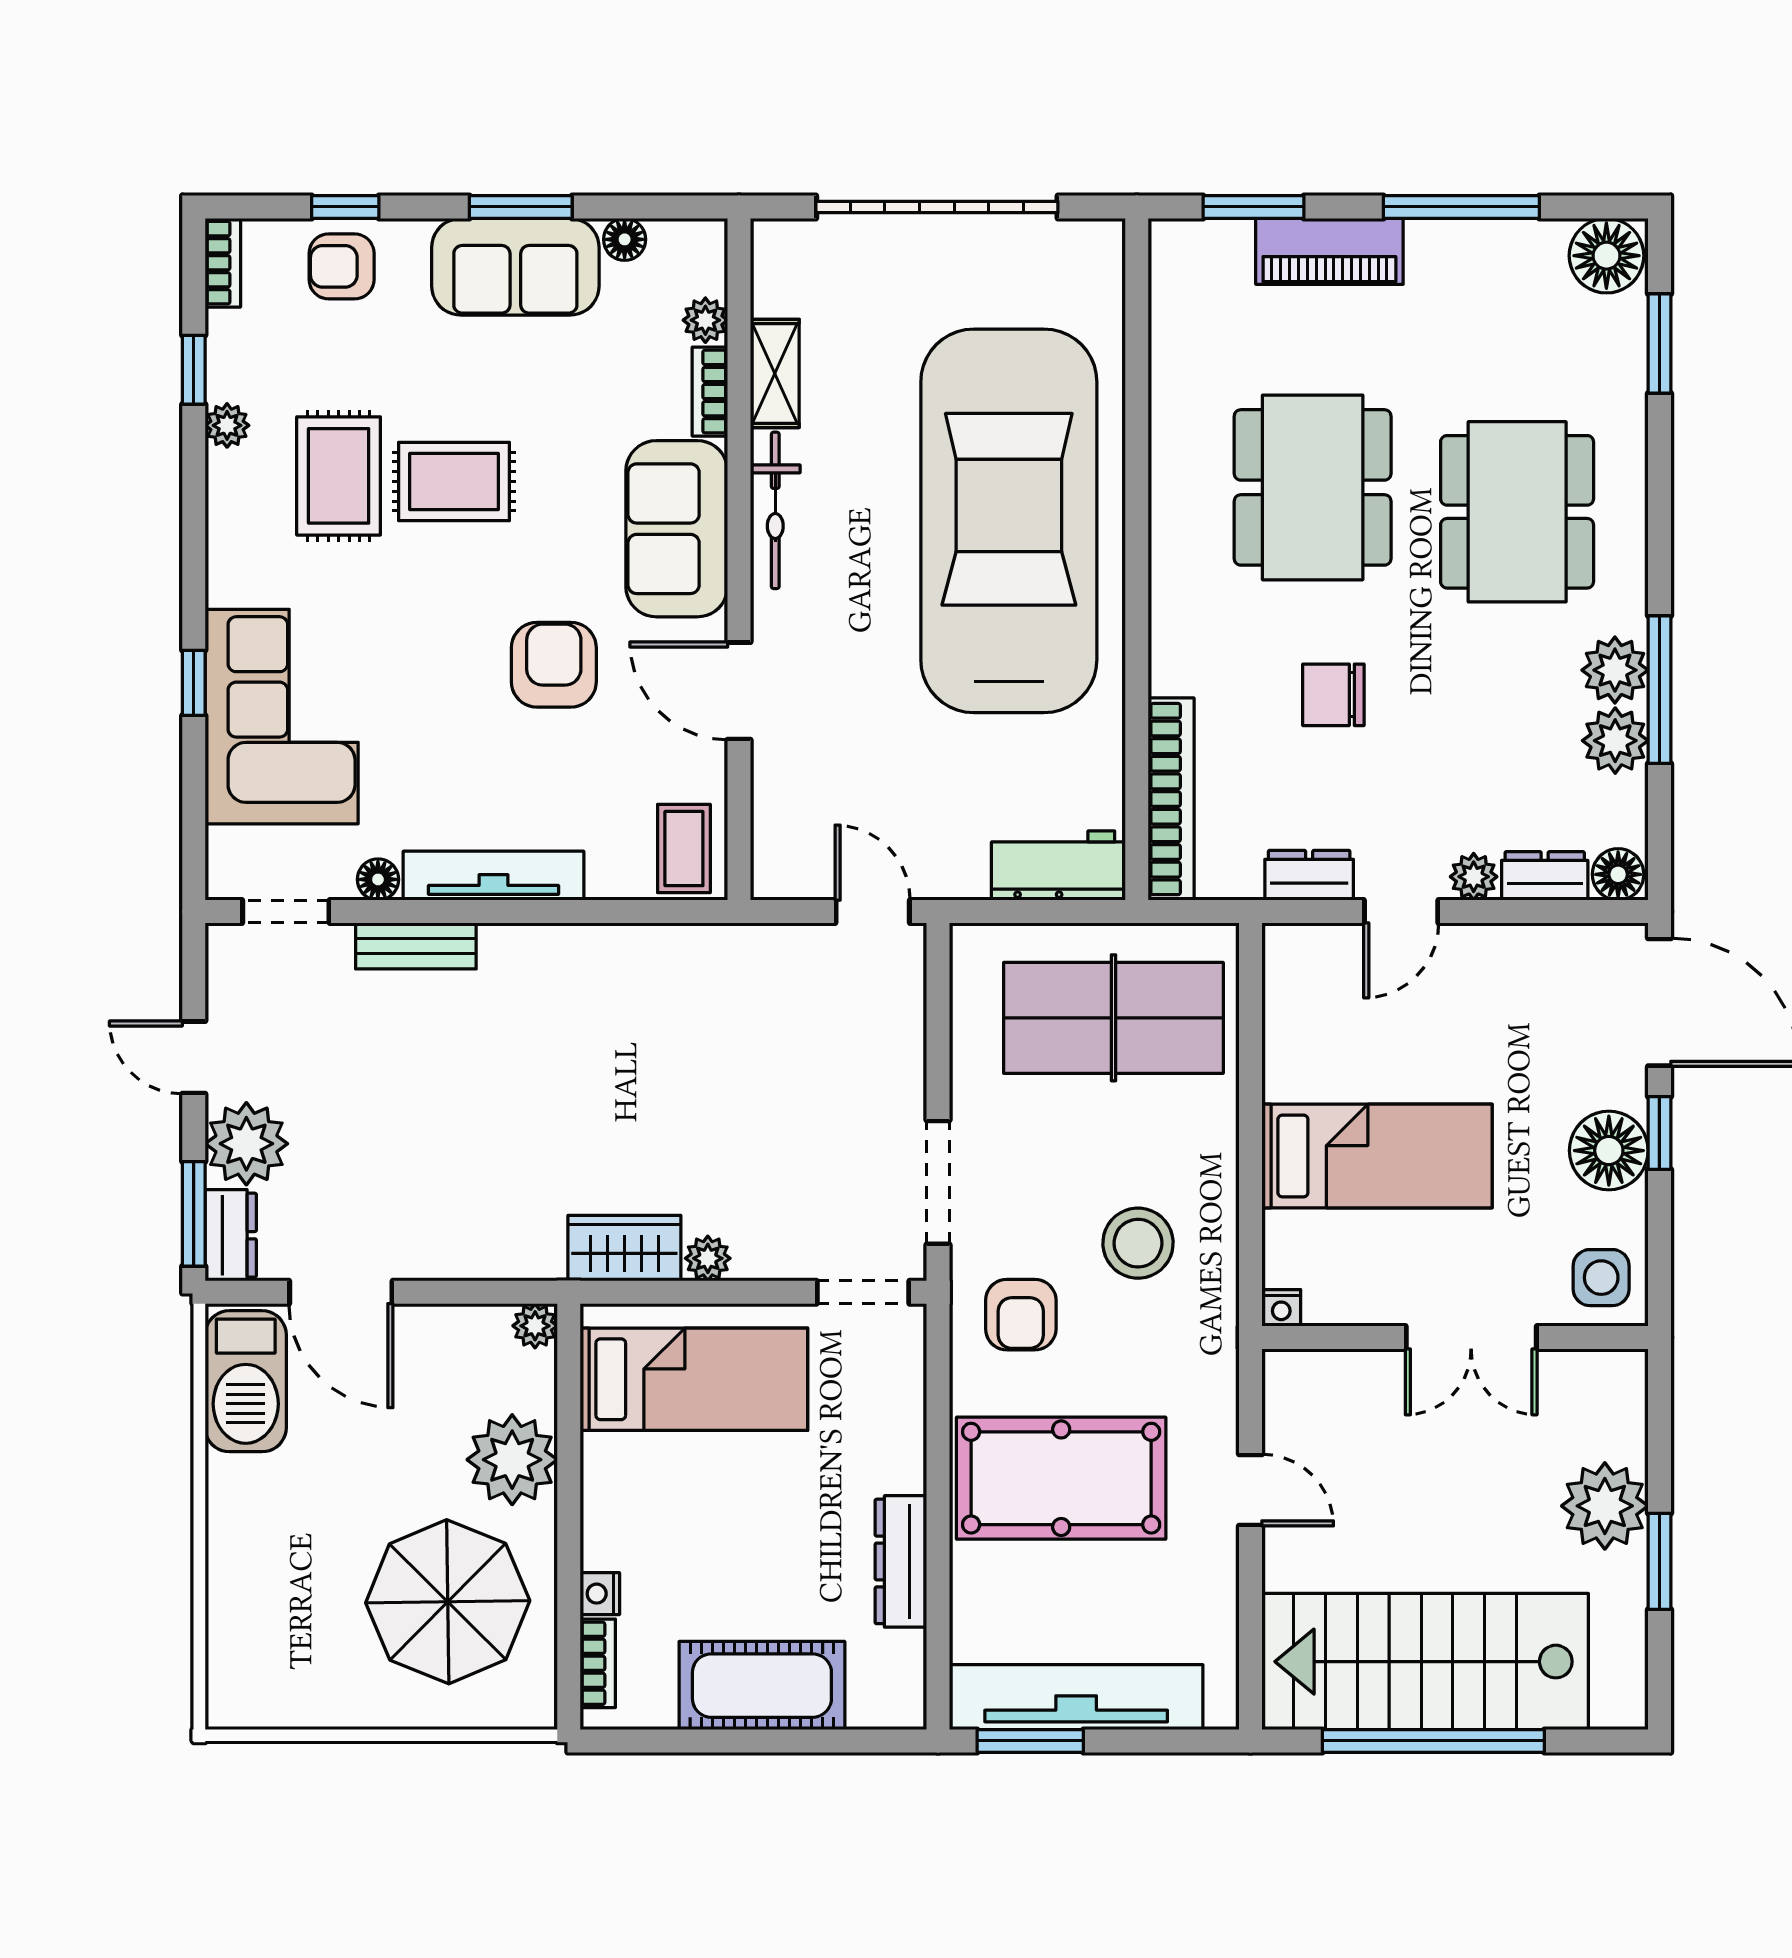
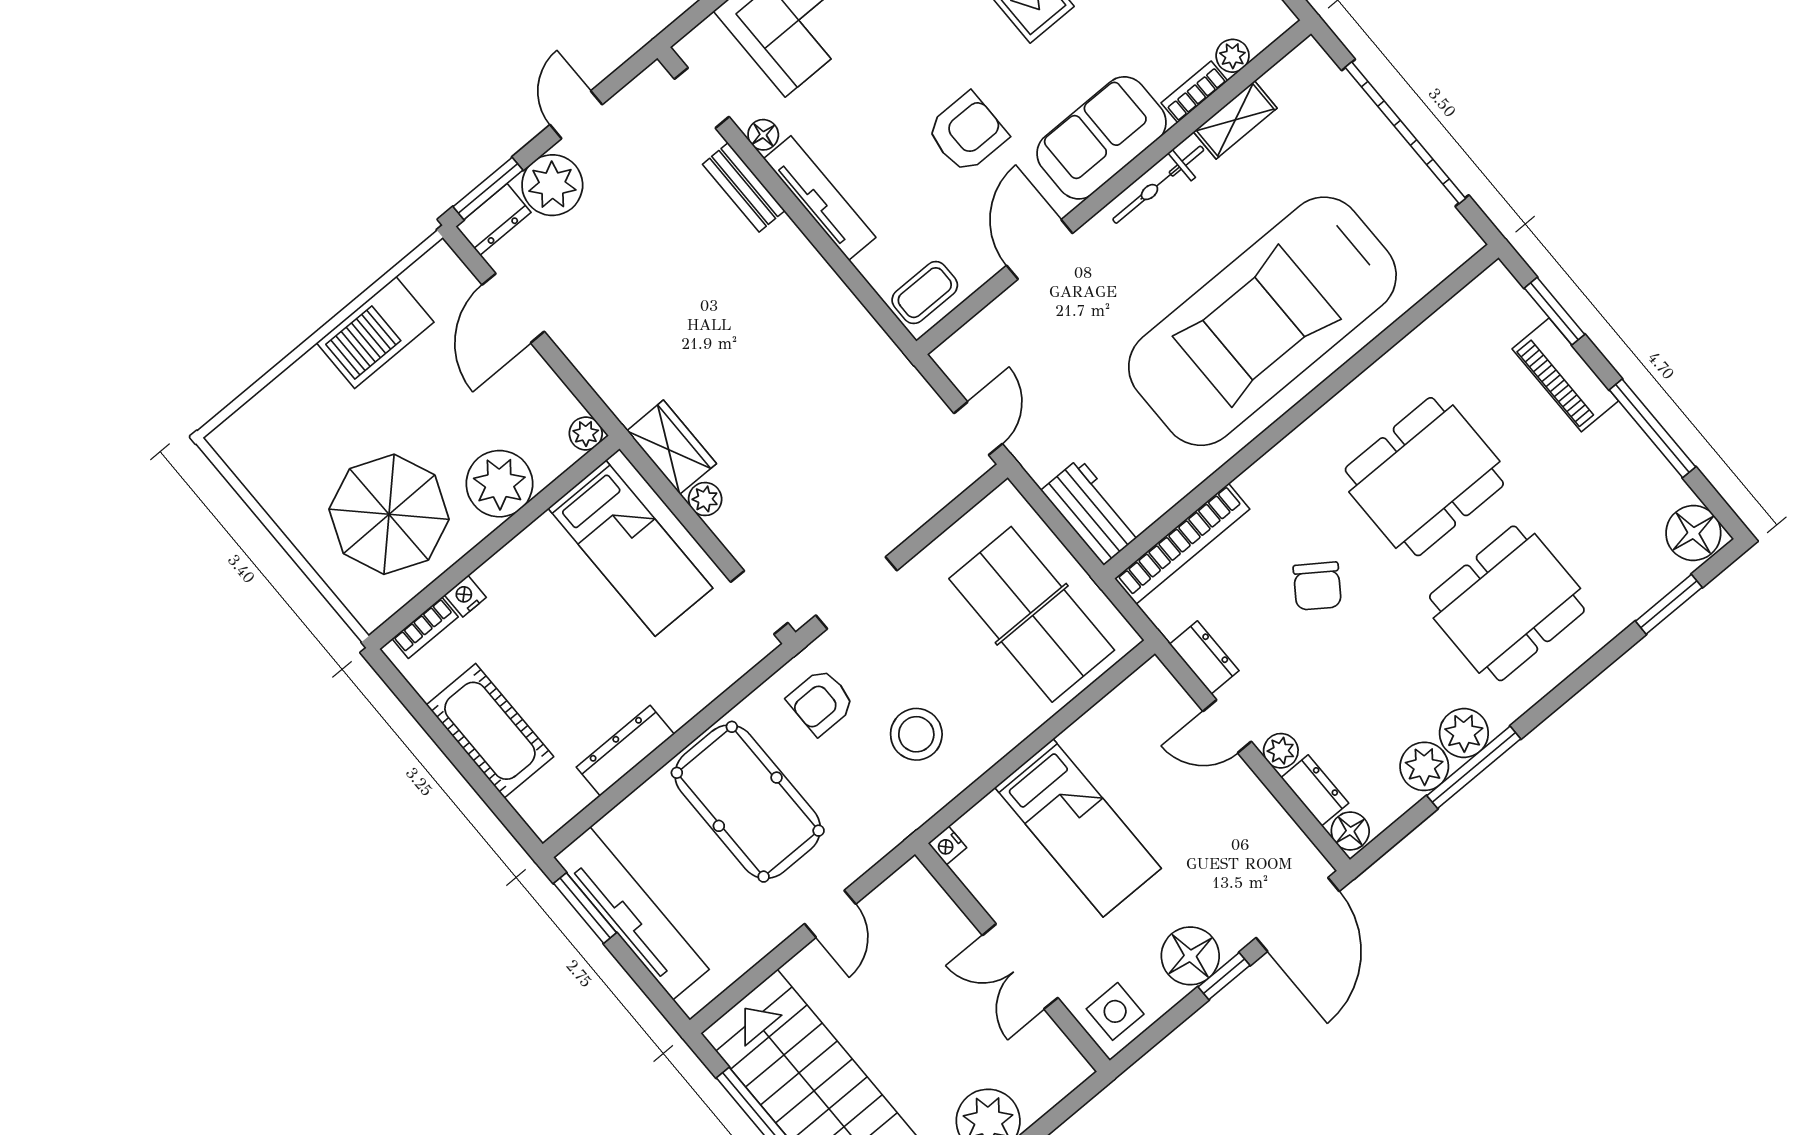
car: (1009, 521) -> (1262, 321), turned 180
chair: (1333, 695) -> (1317, 586), turned -145
barbecue: (246, 1381) -> (375, 333), moved

